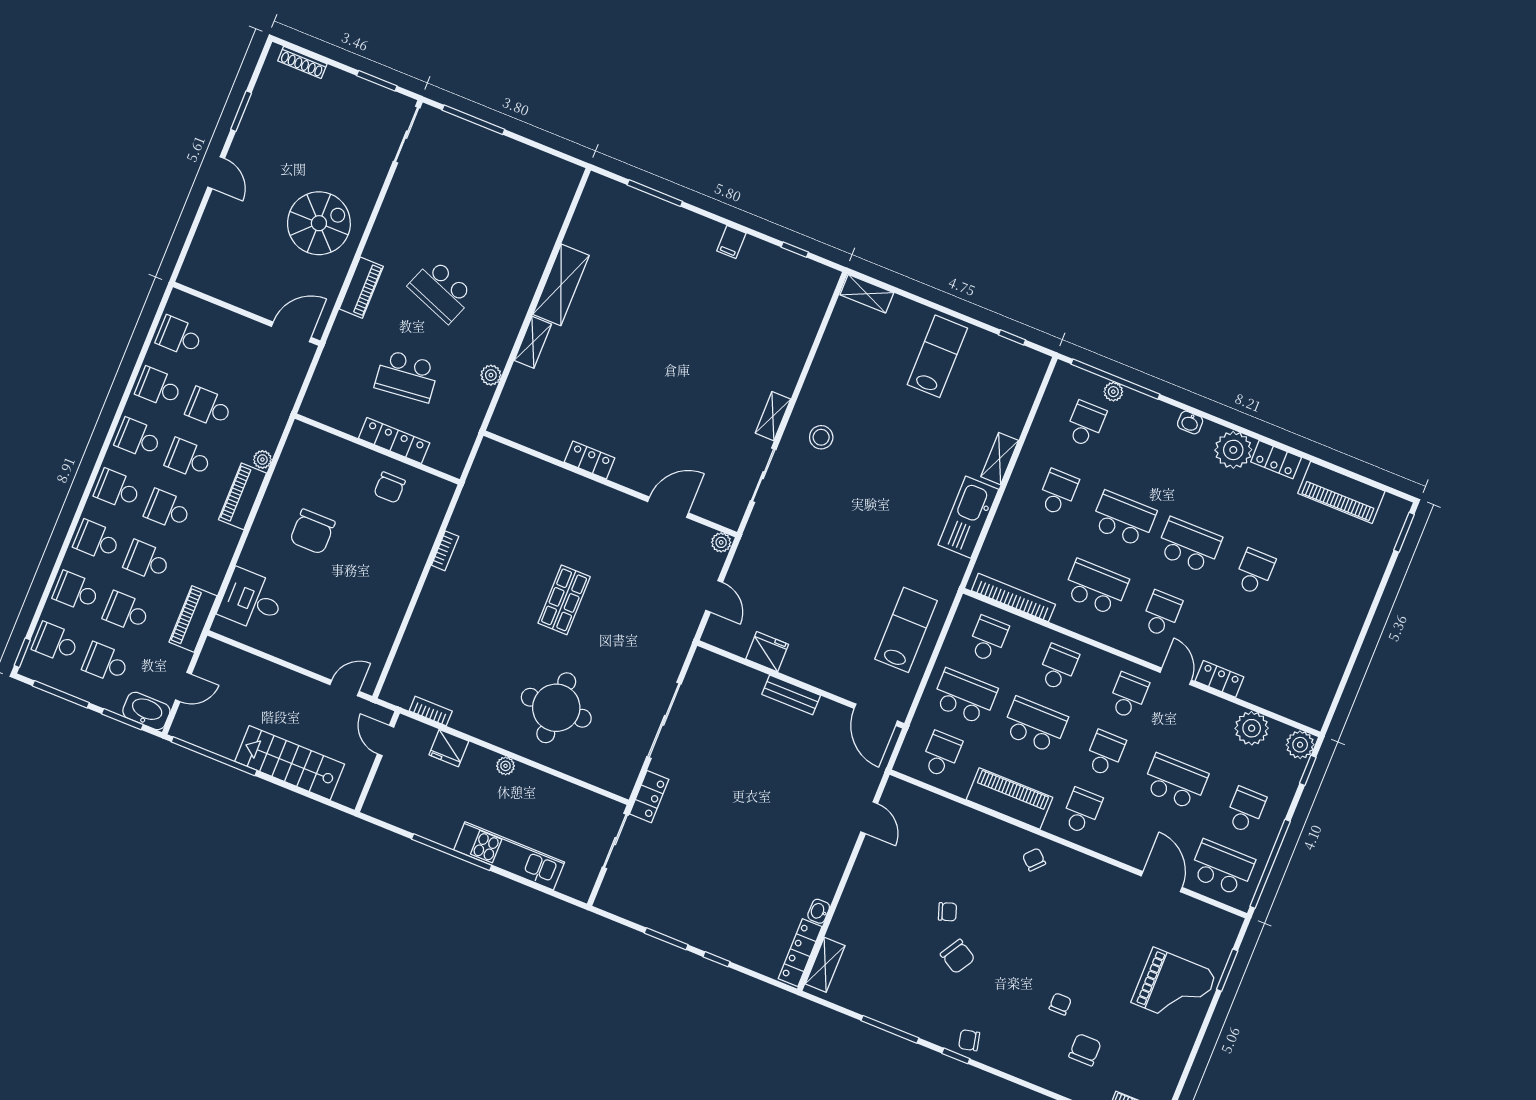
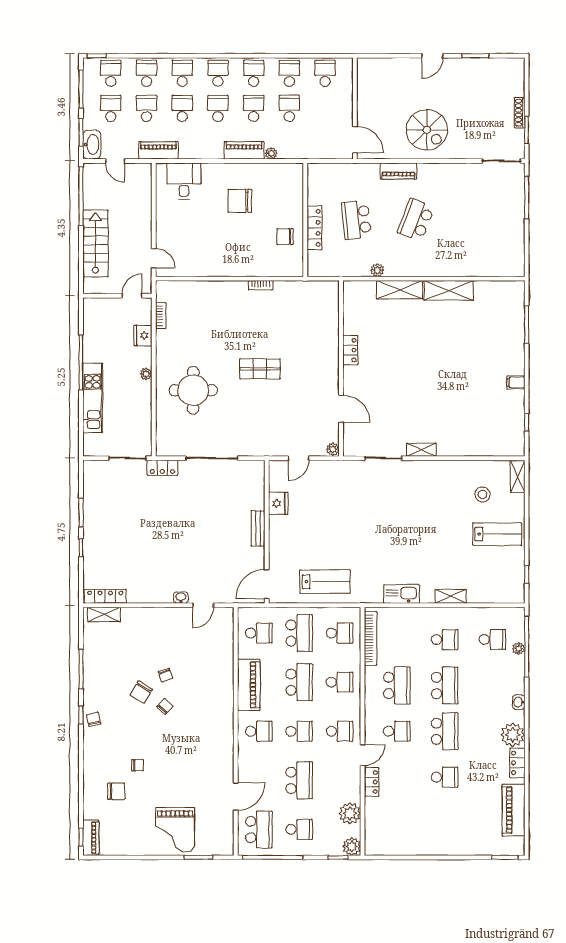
shoe rack: (302, 62) -> (520, 113), moved
shelving: (533, 342) -> (400, 290), width x1.50, depth x1.33
stool: (821, 437) -> (482, 495), moved
kitchen sink: (968, 517) -> (401, 594), width x0.73, depth x0.81
chair: (1034, 860) -> (165, 706), moved
washbasin: (819, 911) -> (181, 598), moved

